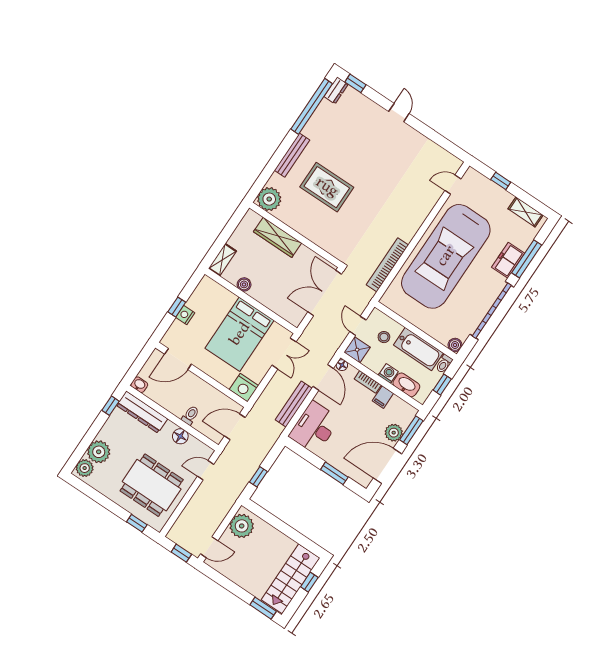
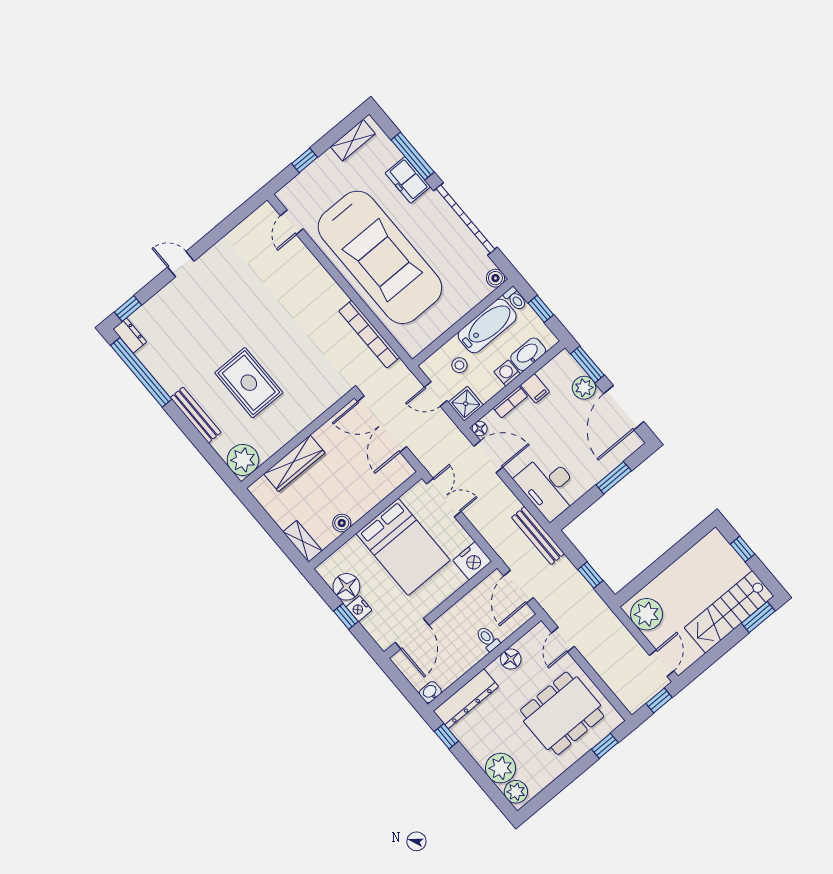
rug: (327, 187) -> (249, 383), turned 90
floor lamp: (198, 301) -> (346, 587), added
bench: (294, 404) -> (538, 536), moved
stairs: (291, 579) -> (729, 612), moved, turned 90

